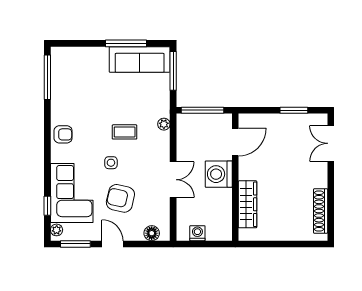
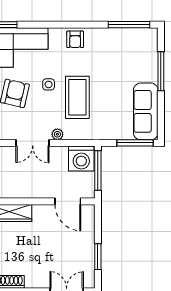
window: (126, 43) -> (161, 71), moved
plant: (164, 124) -> (57, 134), moved
coffee table: (125, 132) -> (77, 97), width x1.86, depth x1.72
washing machine: (219, 174) -> (81, 159), moved, turned 180

